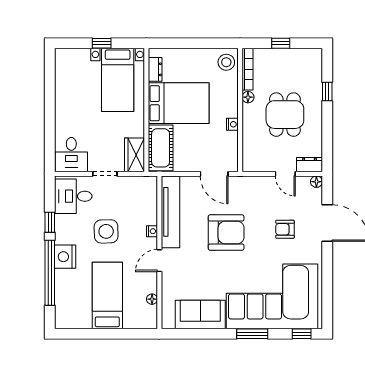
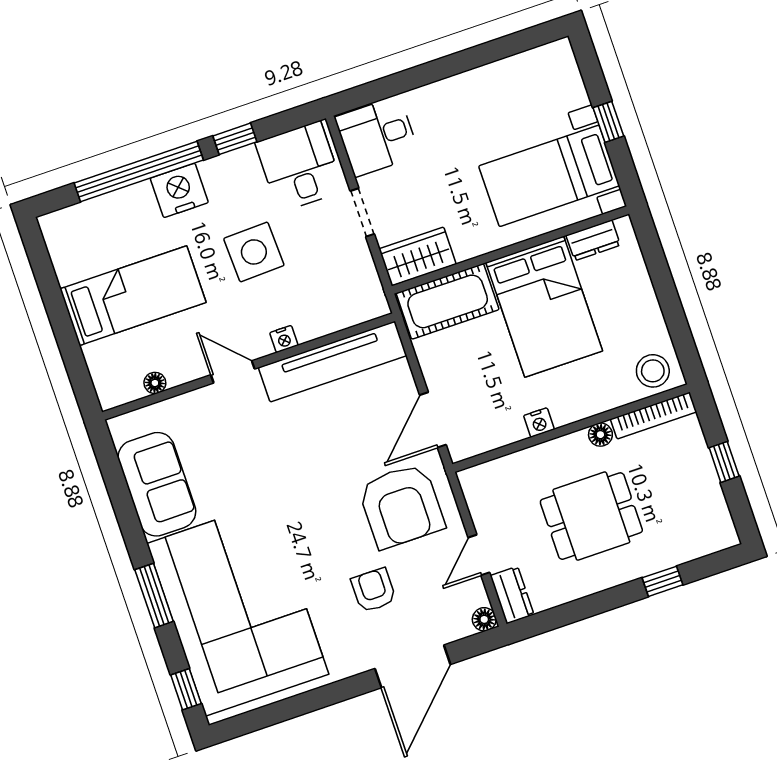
armchair: (226, 233) -> (401, 506), moved

